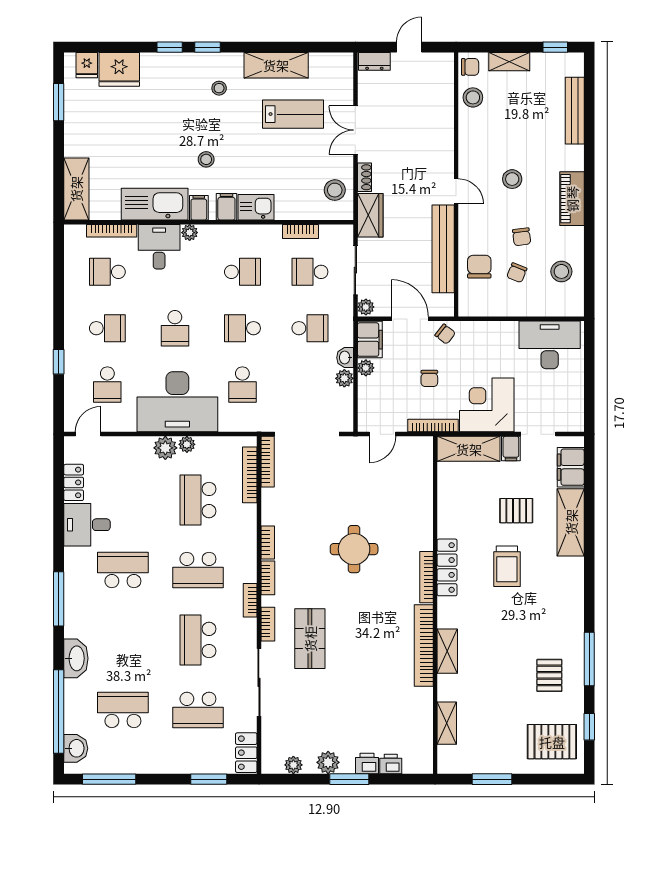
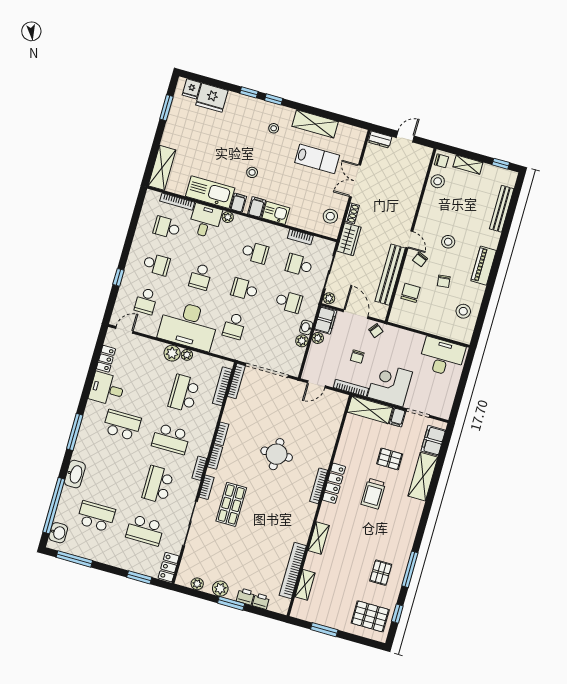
chair: (517, 273) -> (420, 259), moved
bookcase: (424, 646) -> (293, 570), moved

